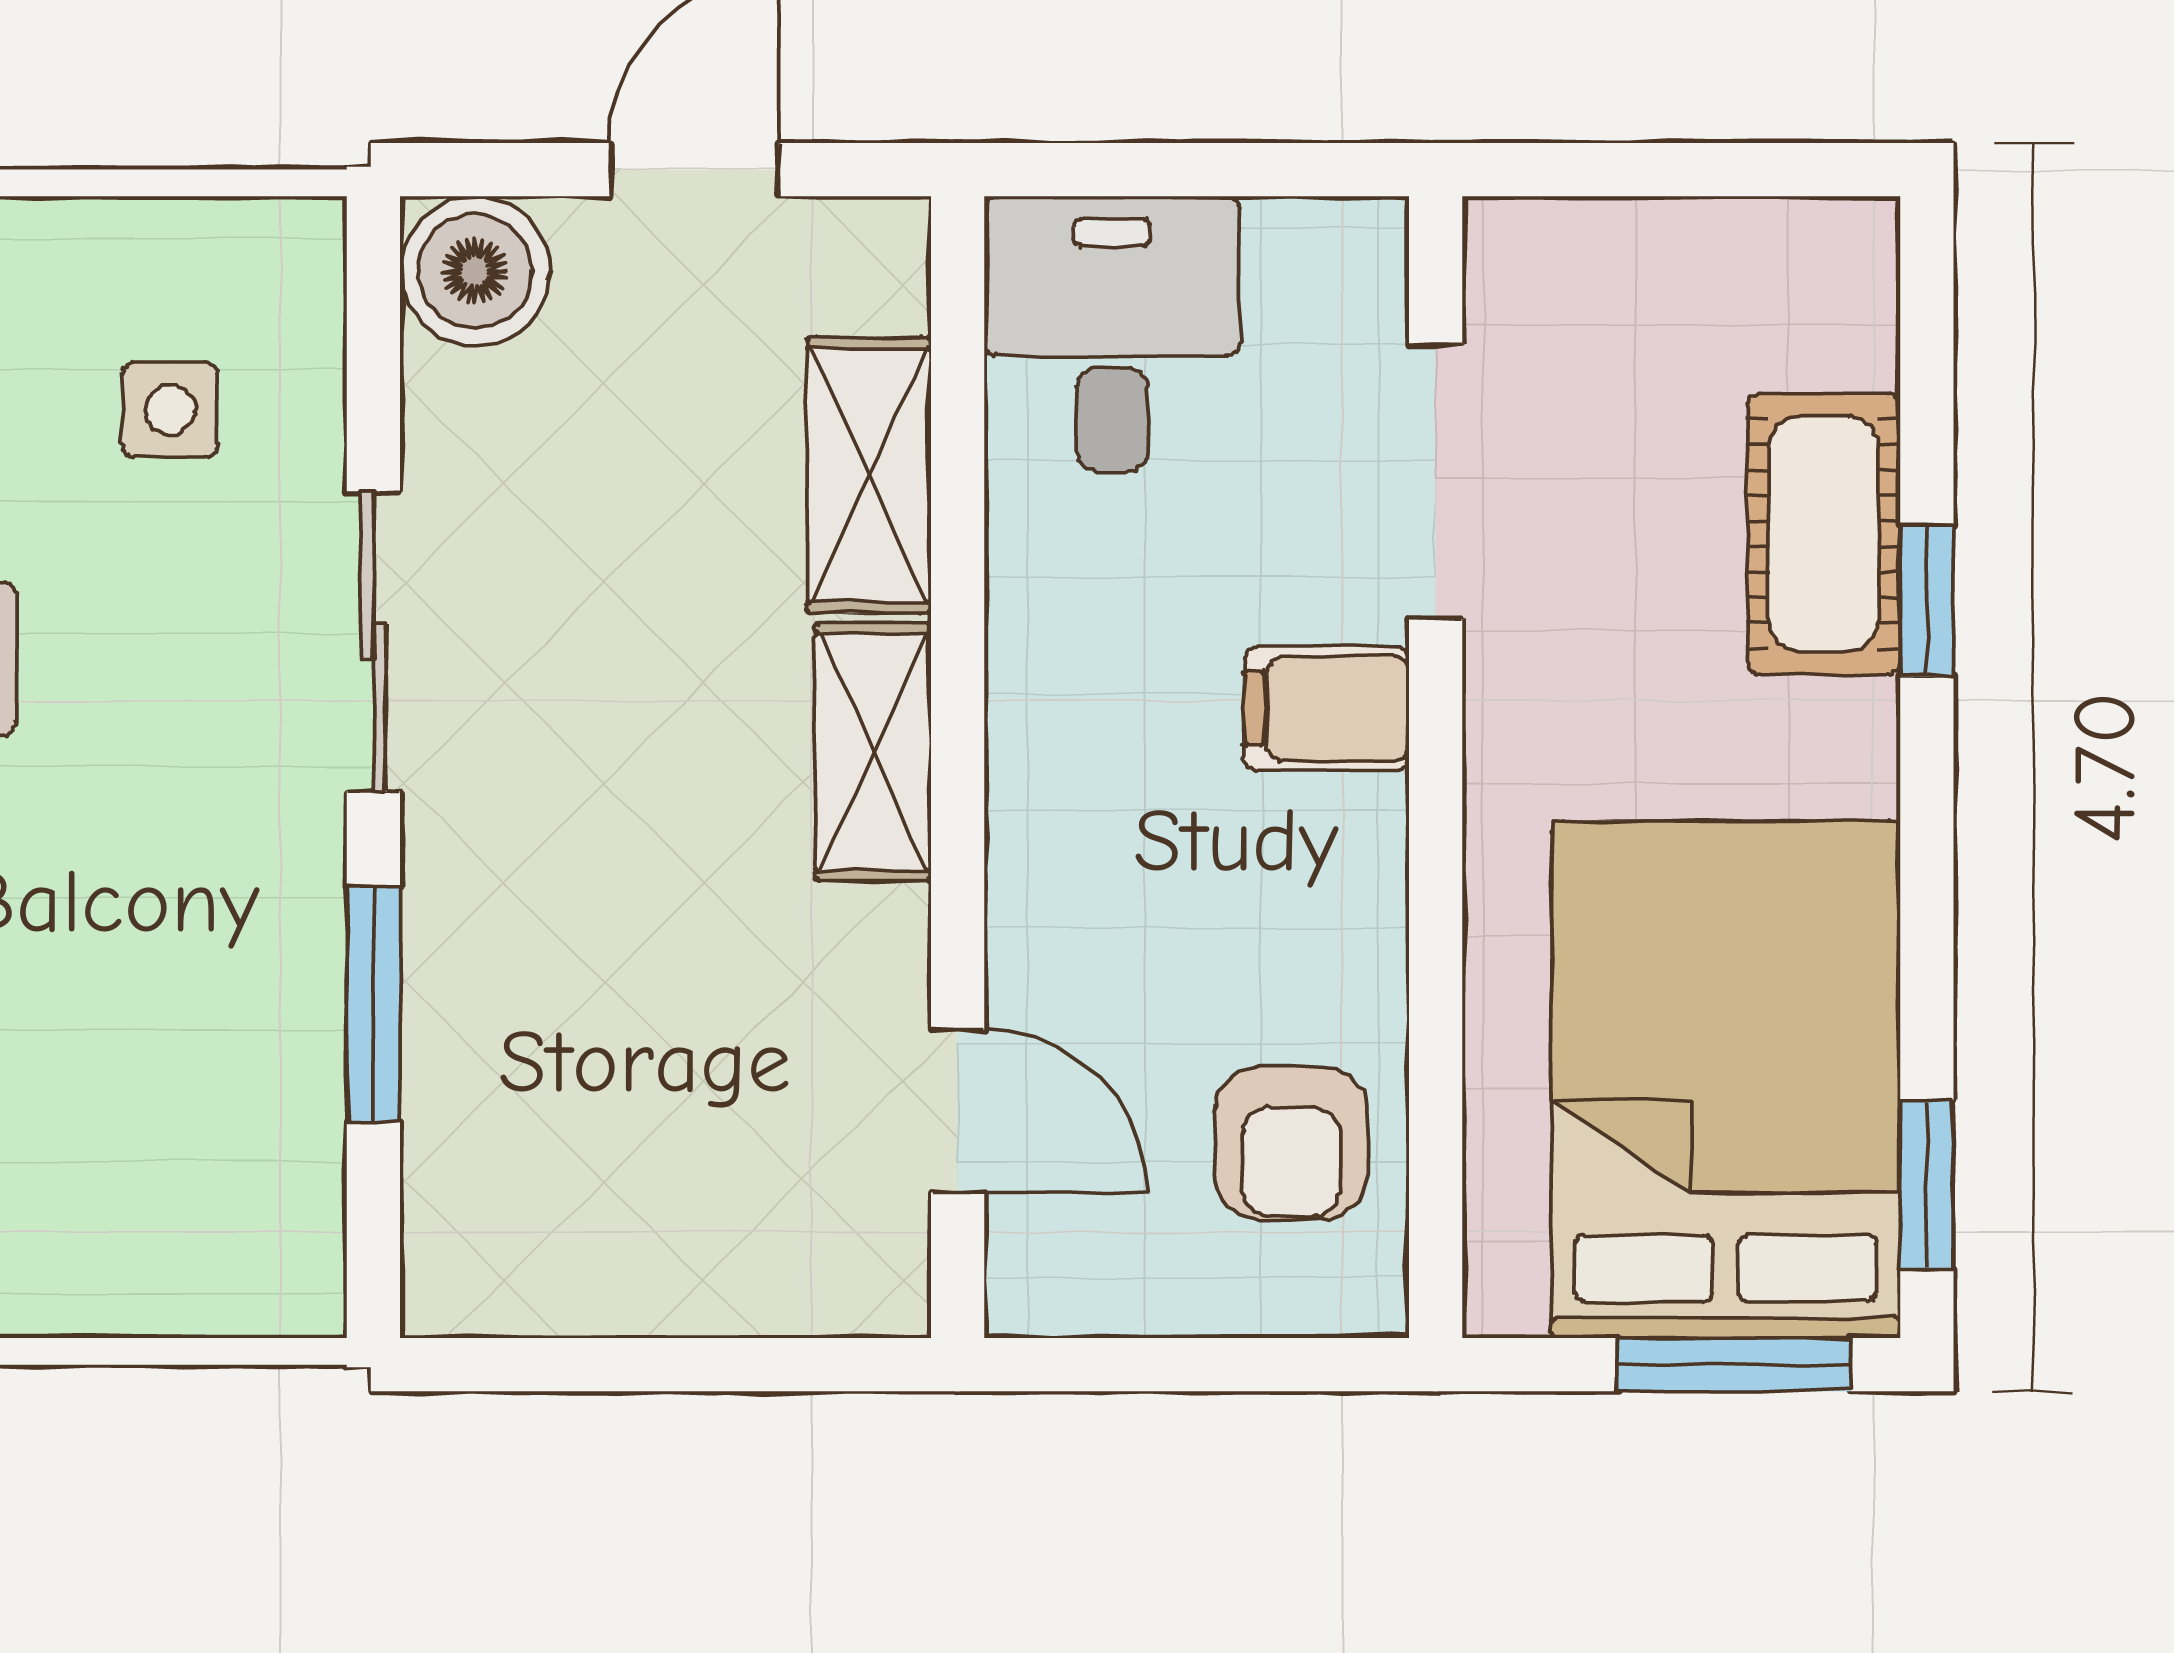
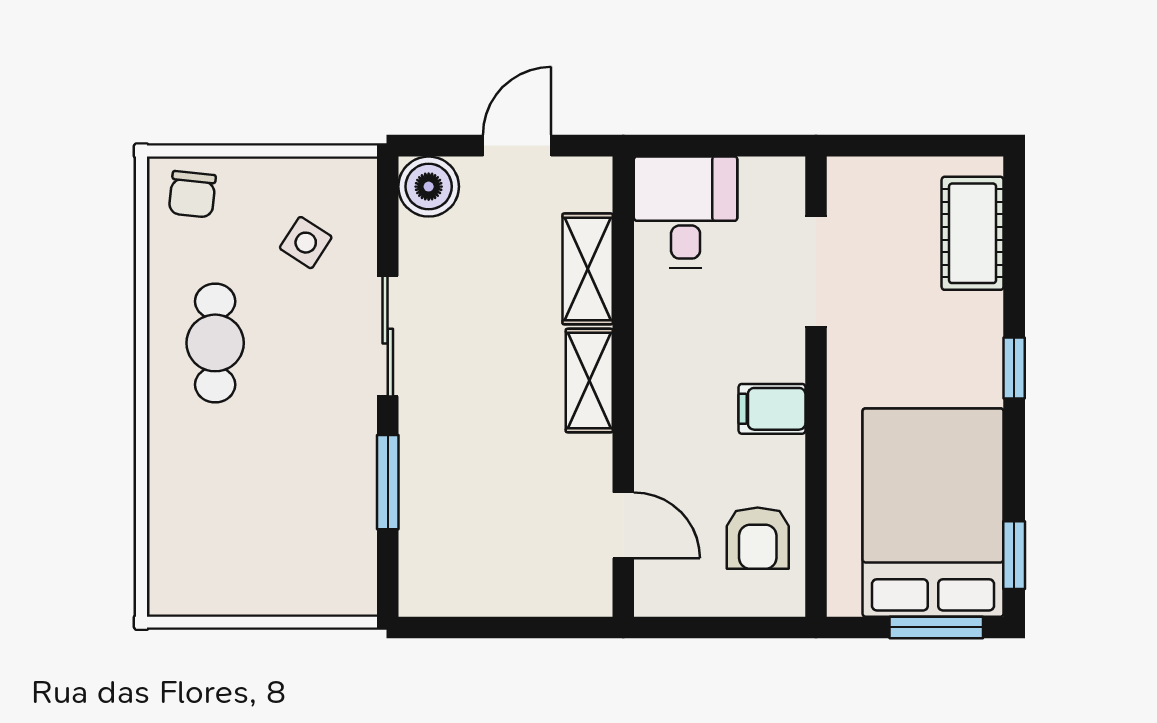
side table: (170, 410) -> (306, 243), turned 33
cot: (1824, 534) -> (973, 233), moved
window: (1927, 601) -> (1014, 368), moved
filing cabinet: (1326, 709) -> (772, 409), moved

